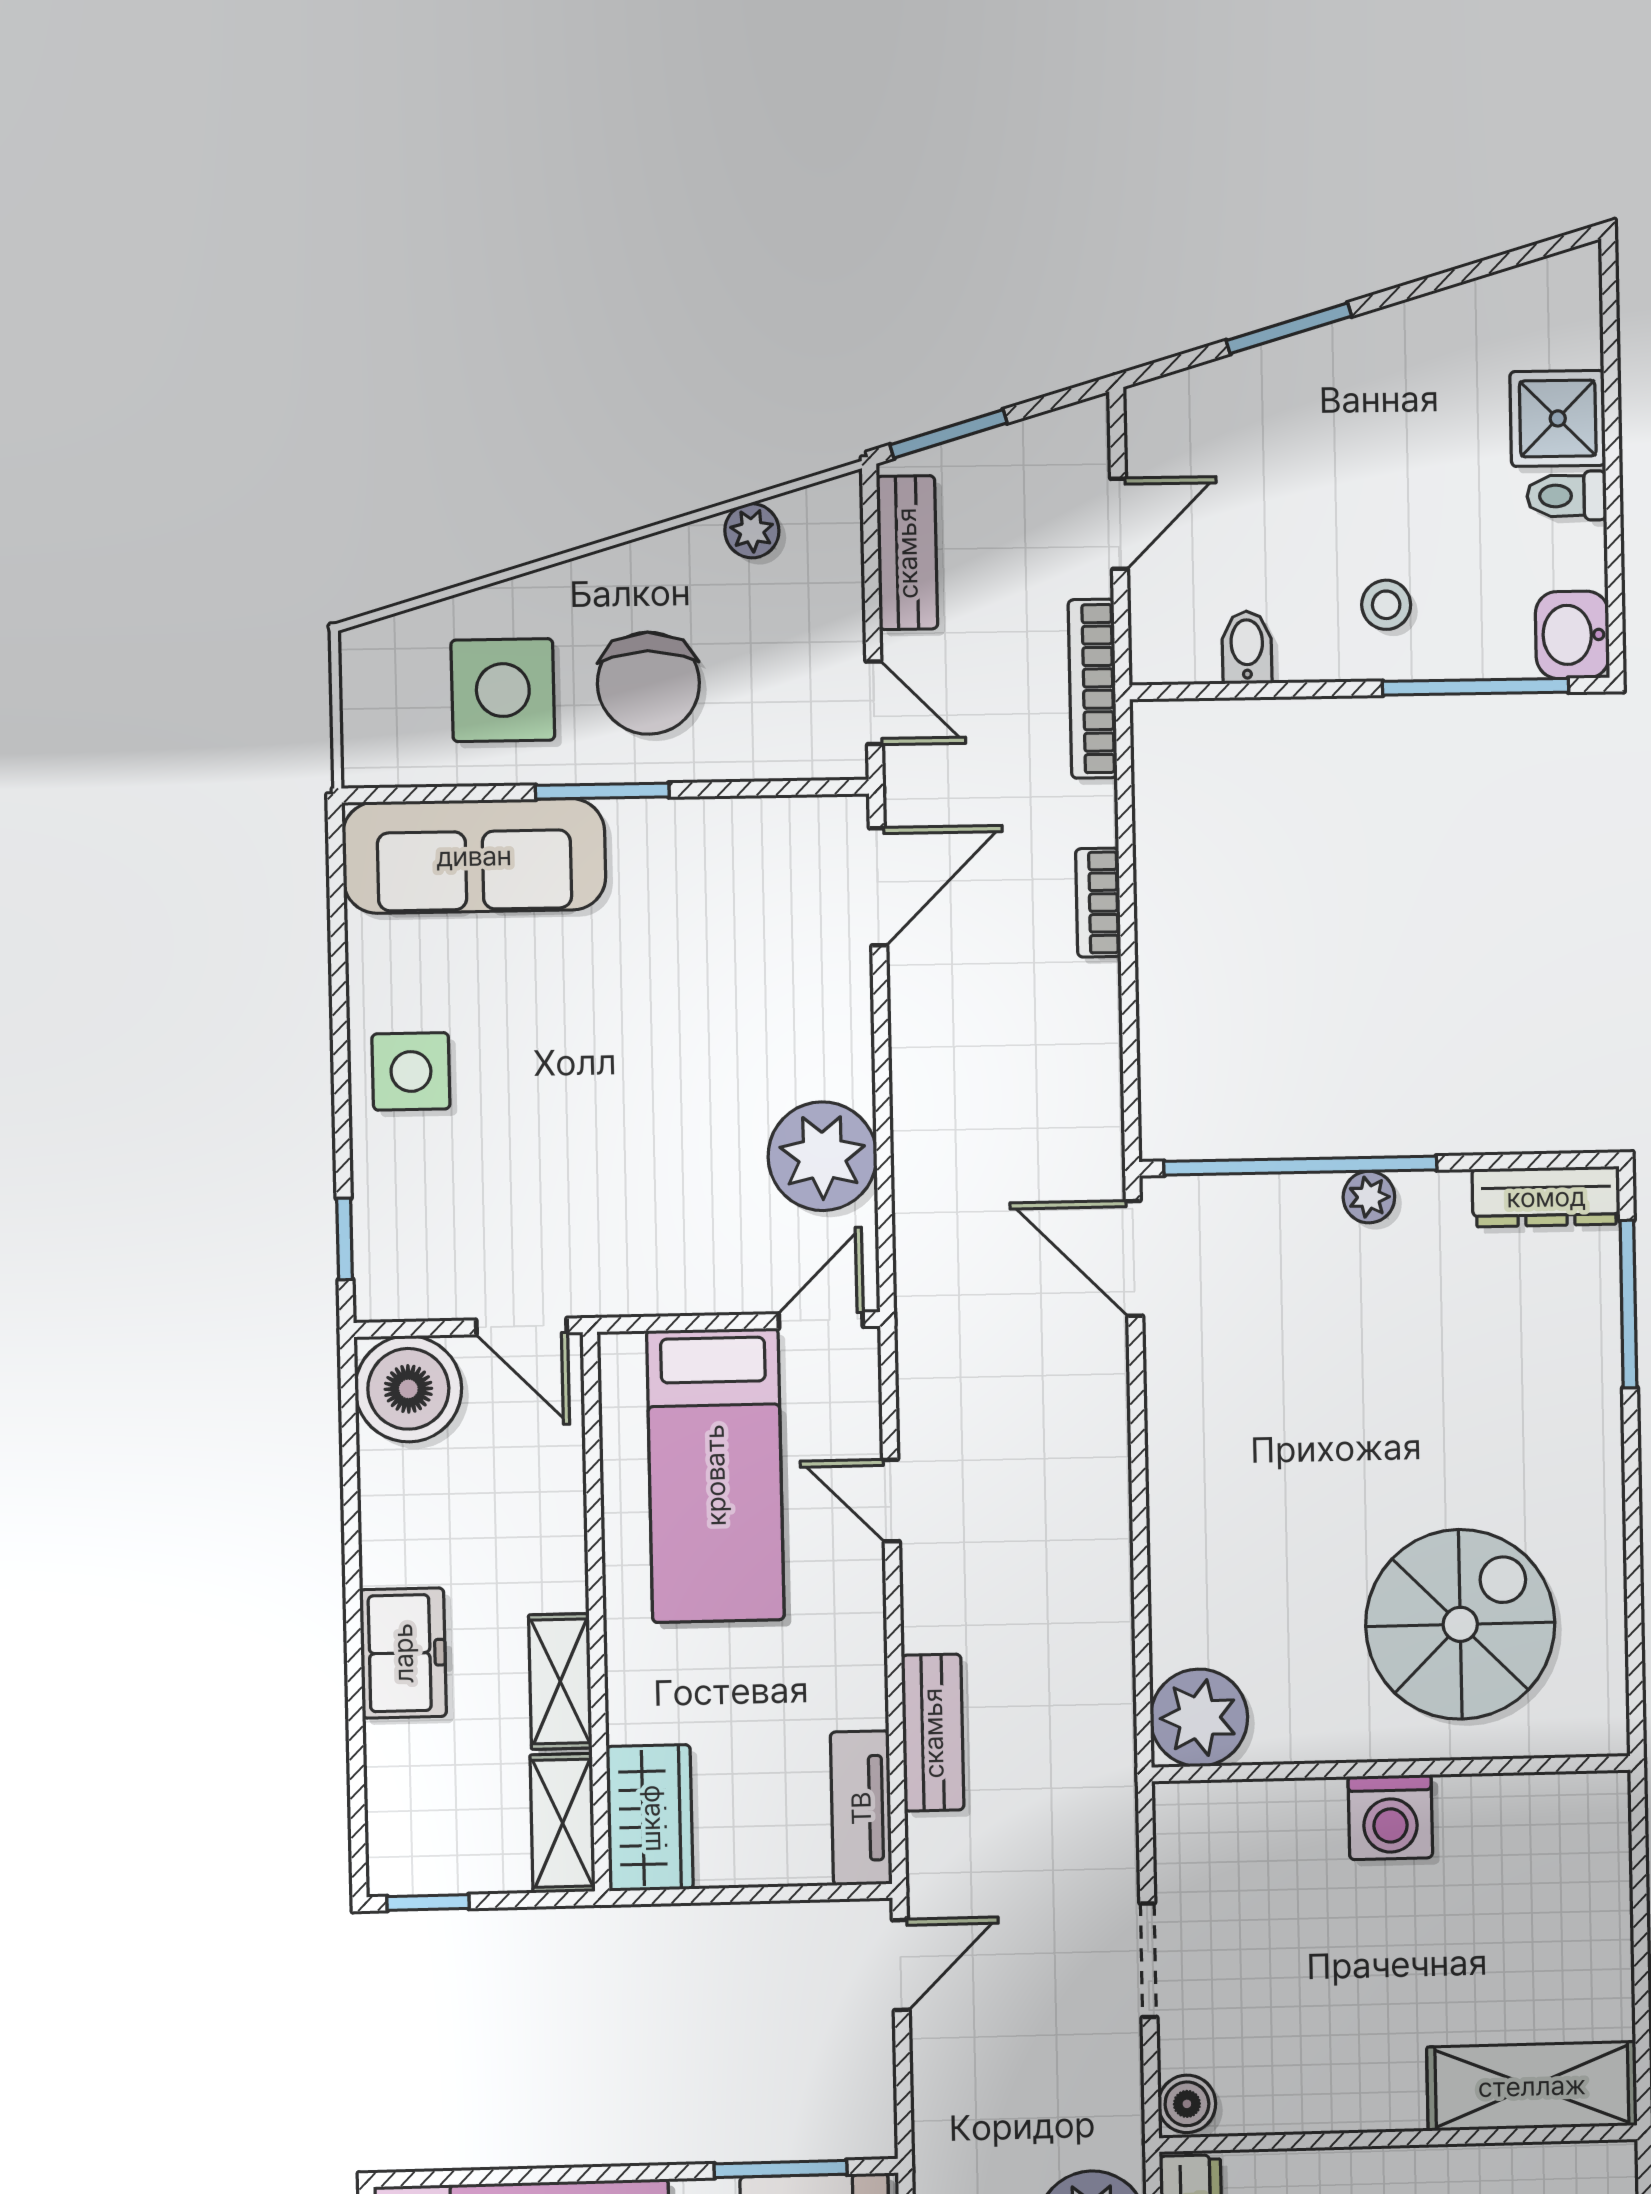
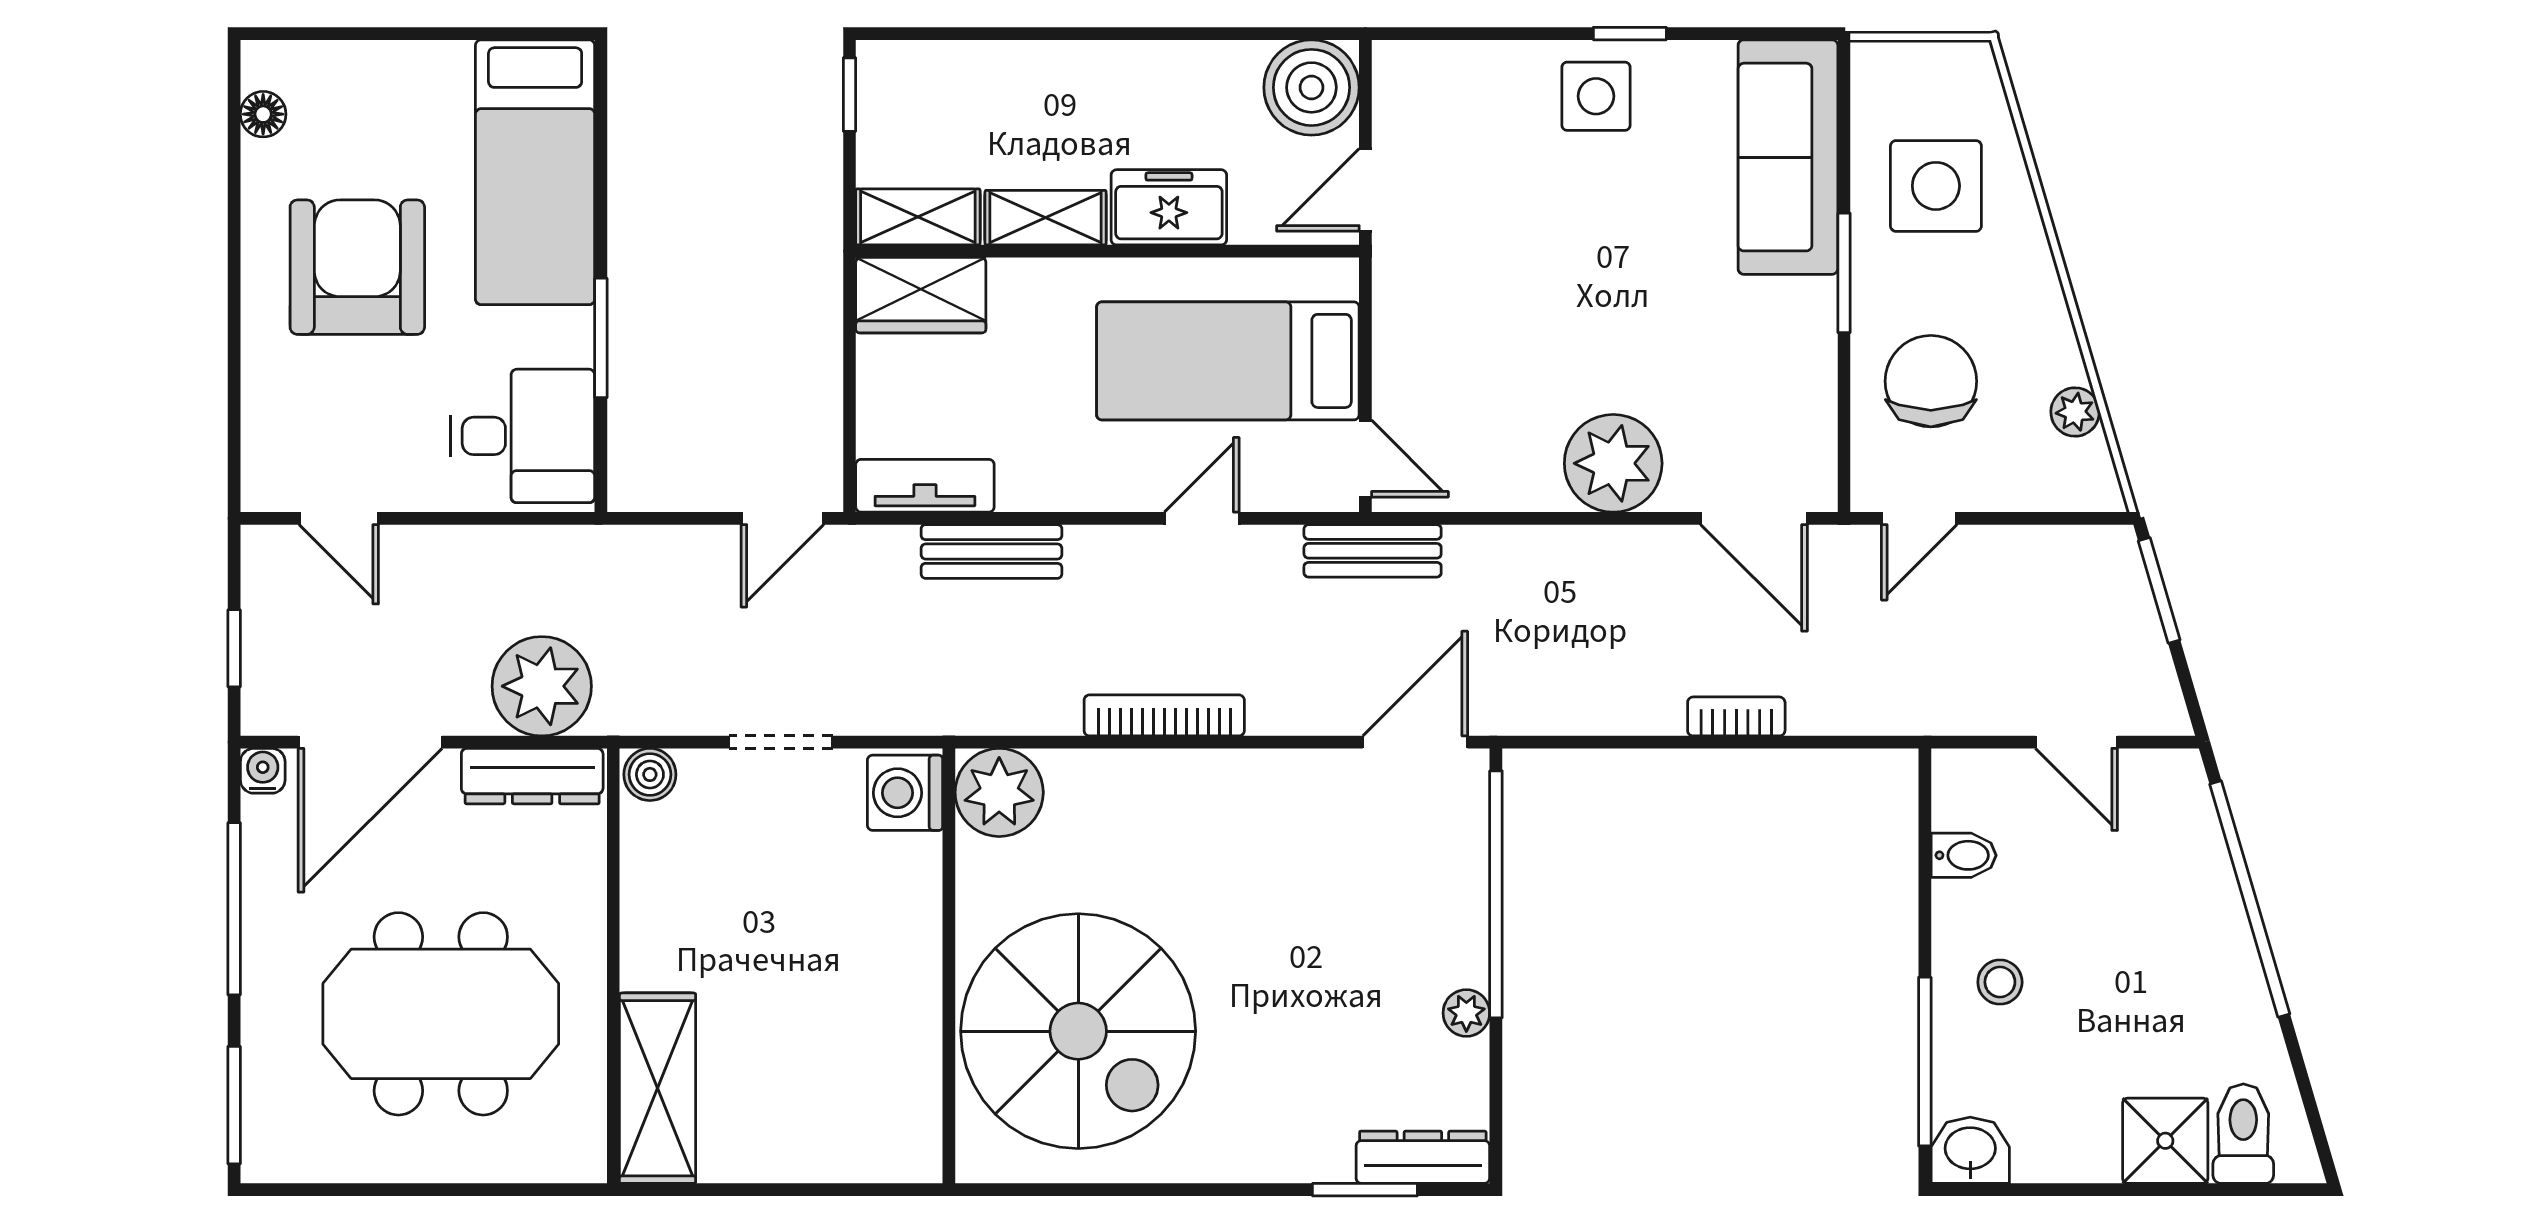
window: (1289, 328) -> (2250, 899), width x2.11
toilet: (1567, 496) -> (2243, 1134), moved, width x1.37, depth x1.39
bench: (907, 553) -> (1373, 551), moved
chair: (648, 683) -> (1931, 381), moved, turned 90
bookcase: (1093, 689) -> (1164, 715), moved
plant: (822, 1156) -> (1613, 463), moved
plant: (1369, 1197) -> (1466, 1013), moved
dresser: (1546, 1197) -> (1423, 1157), moved, turned 90
window: (345, 1239) -> (1630, 34), moved
window: (1628, 1304) -> (1365, 1190), width x0.69
spiral stairs: (1460, 1624) -> (1078, 1031), width x1.37, depth x1.37
freezer: (403, 1653) -> (1169, 207), moved, turned 180
washing machine: (1390, 1817) -> (905, 793), moved
door: (901, 1965) -> (782, 518), hinge flipped
window: (781, 2169) -> (601, 338), moved

